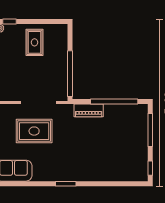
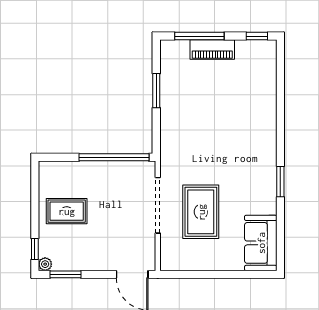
window: (114, 102) -> (156, 91), width x0.47
piano: (89, 110) -> (212, 49), moved, turned 90
window: (66, 184) -> (280, 182), moved

